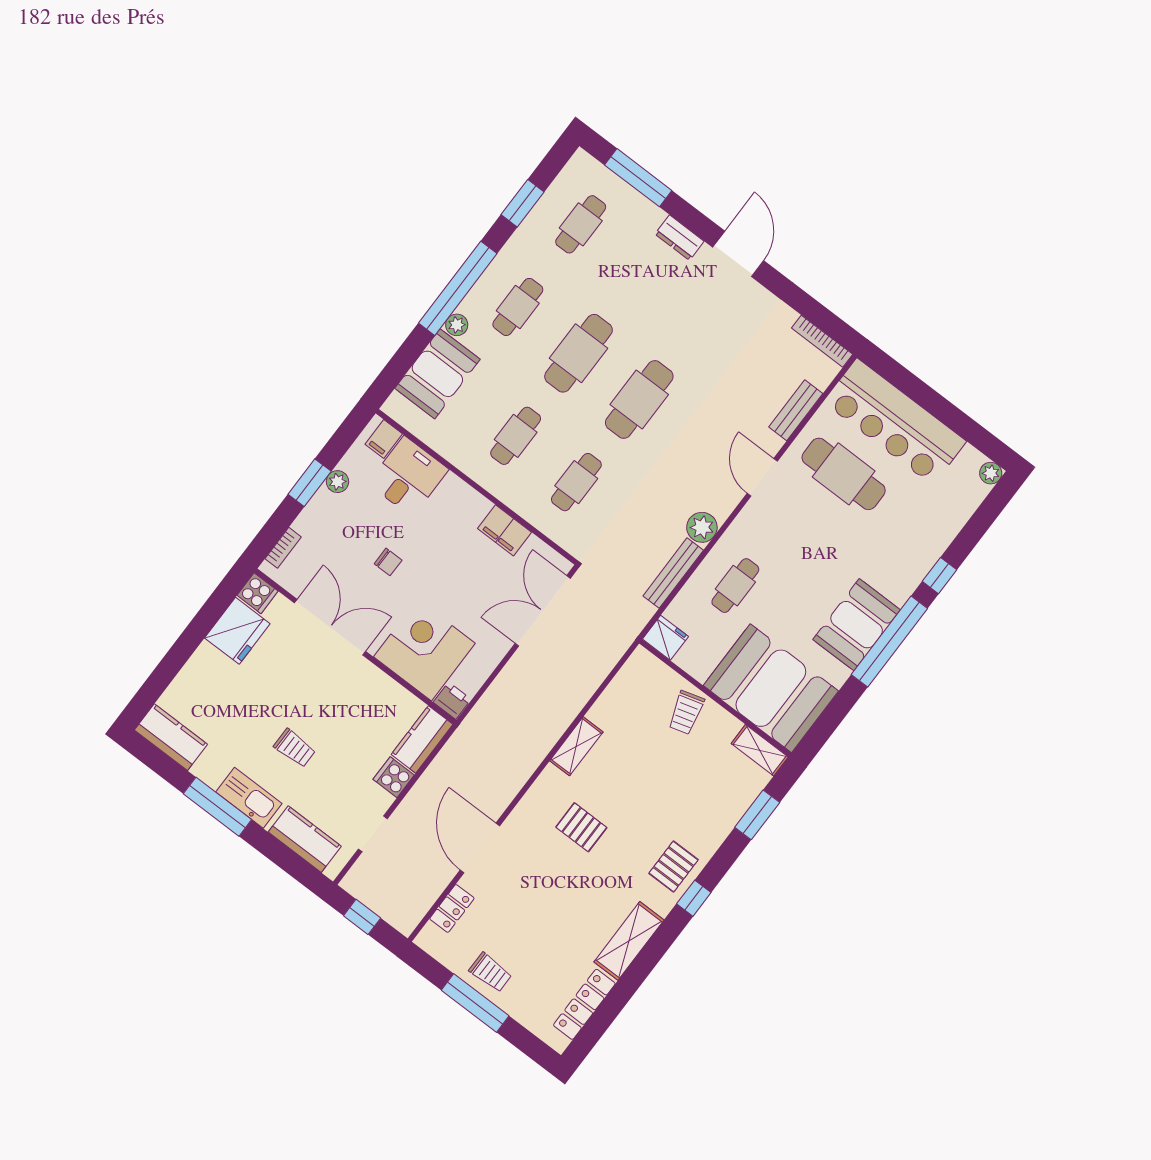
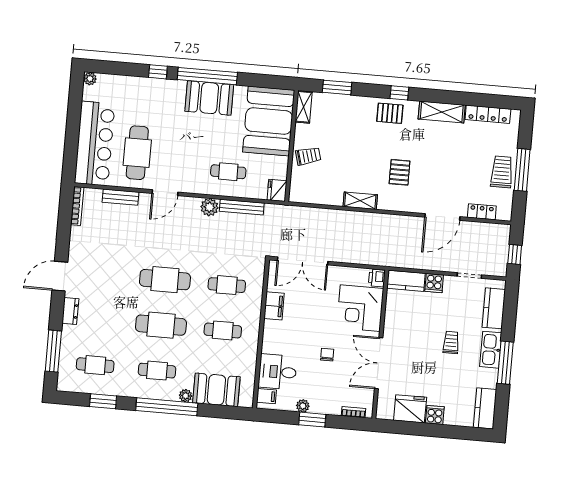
cooker: (257, 593) -> (435, 415), moved
trolley: (490, 972) -> (502, 172), width x1.36, depth x1.39

